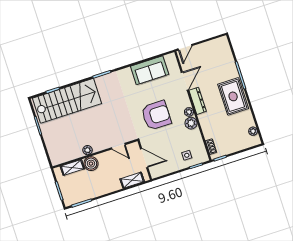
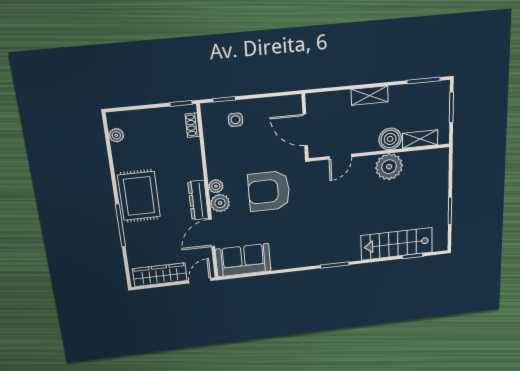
wardrobe: (211, 47) -> (160, 275), added
sofa: (150, 70) -> (243, 260), moved
stairs: (67, 101) -> (397, 244), width x0.73, depth x0.66
plant: (191, 123) -> (220, 203), moved
door: (118, 146) -> (340, 157), swing flipped
plant: (88, 150) -> (389, 167), width x1.88, depth x1.88
shelving: (132, 180) -> (370, 96), moved

